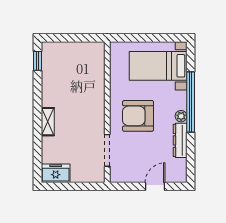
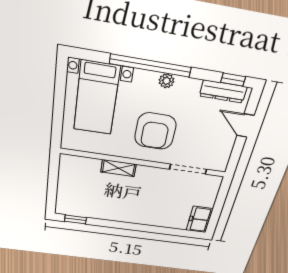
shelving: (48, 122) -> (119, 168), moved
dresser: (180, 140) -> (223, 91), moved
window: (191, 166) -> (233, 79), added

